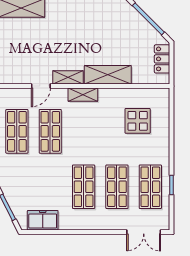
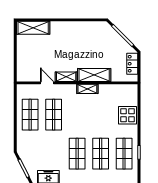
door: (41, 86) -> (47, 83), swing flipped
shelving: (83, 95) -> (87, 89), moved
display table: (138, 121) -> (127, 115), moved

